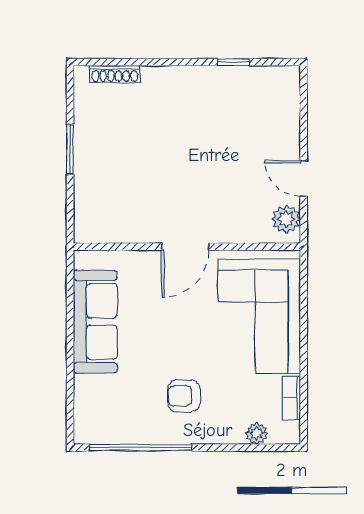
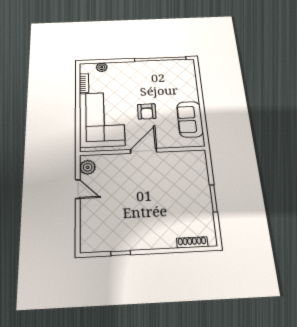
sofa: (95, 322) -> (190, 119), width x0.73
armchair: (184, 396) -> (147, 111), moved, turned 90

